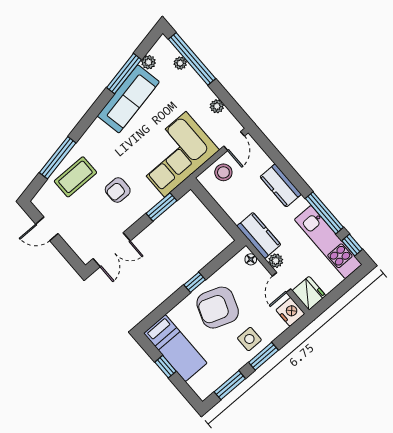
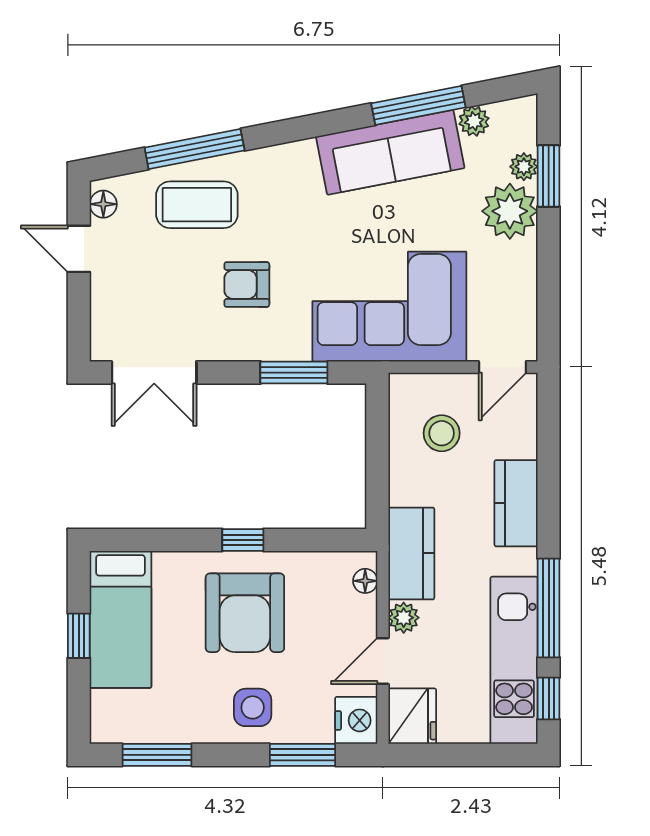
window: (192, 59) -> (549, 176), width x0.47
plant: (217, 106) -> (510, 211), moved, width x1.88, depth x1.88
stool: (223, 172) -> (442, 433), moved
floor lamp: (42, 205) -> (103, 204), added
armchair: (218, 308) -> (245, 613), turned -110
window: (263, 356) -> (303, 755), moved

